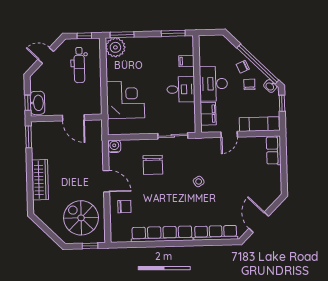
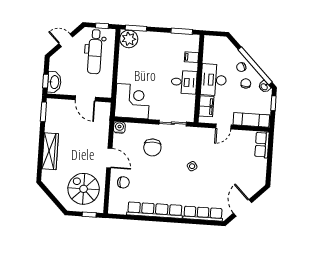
dental chair: (79, 65) -> (95, 52), width x1.36, depth x1.38
corner desk: (125, 100) -> (132, 101), moved

